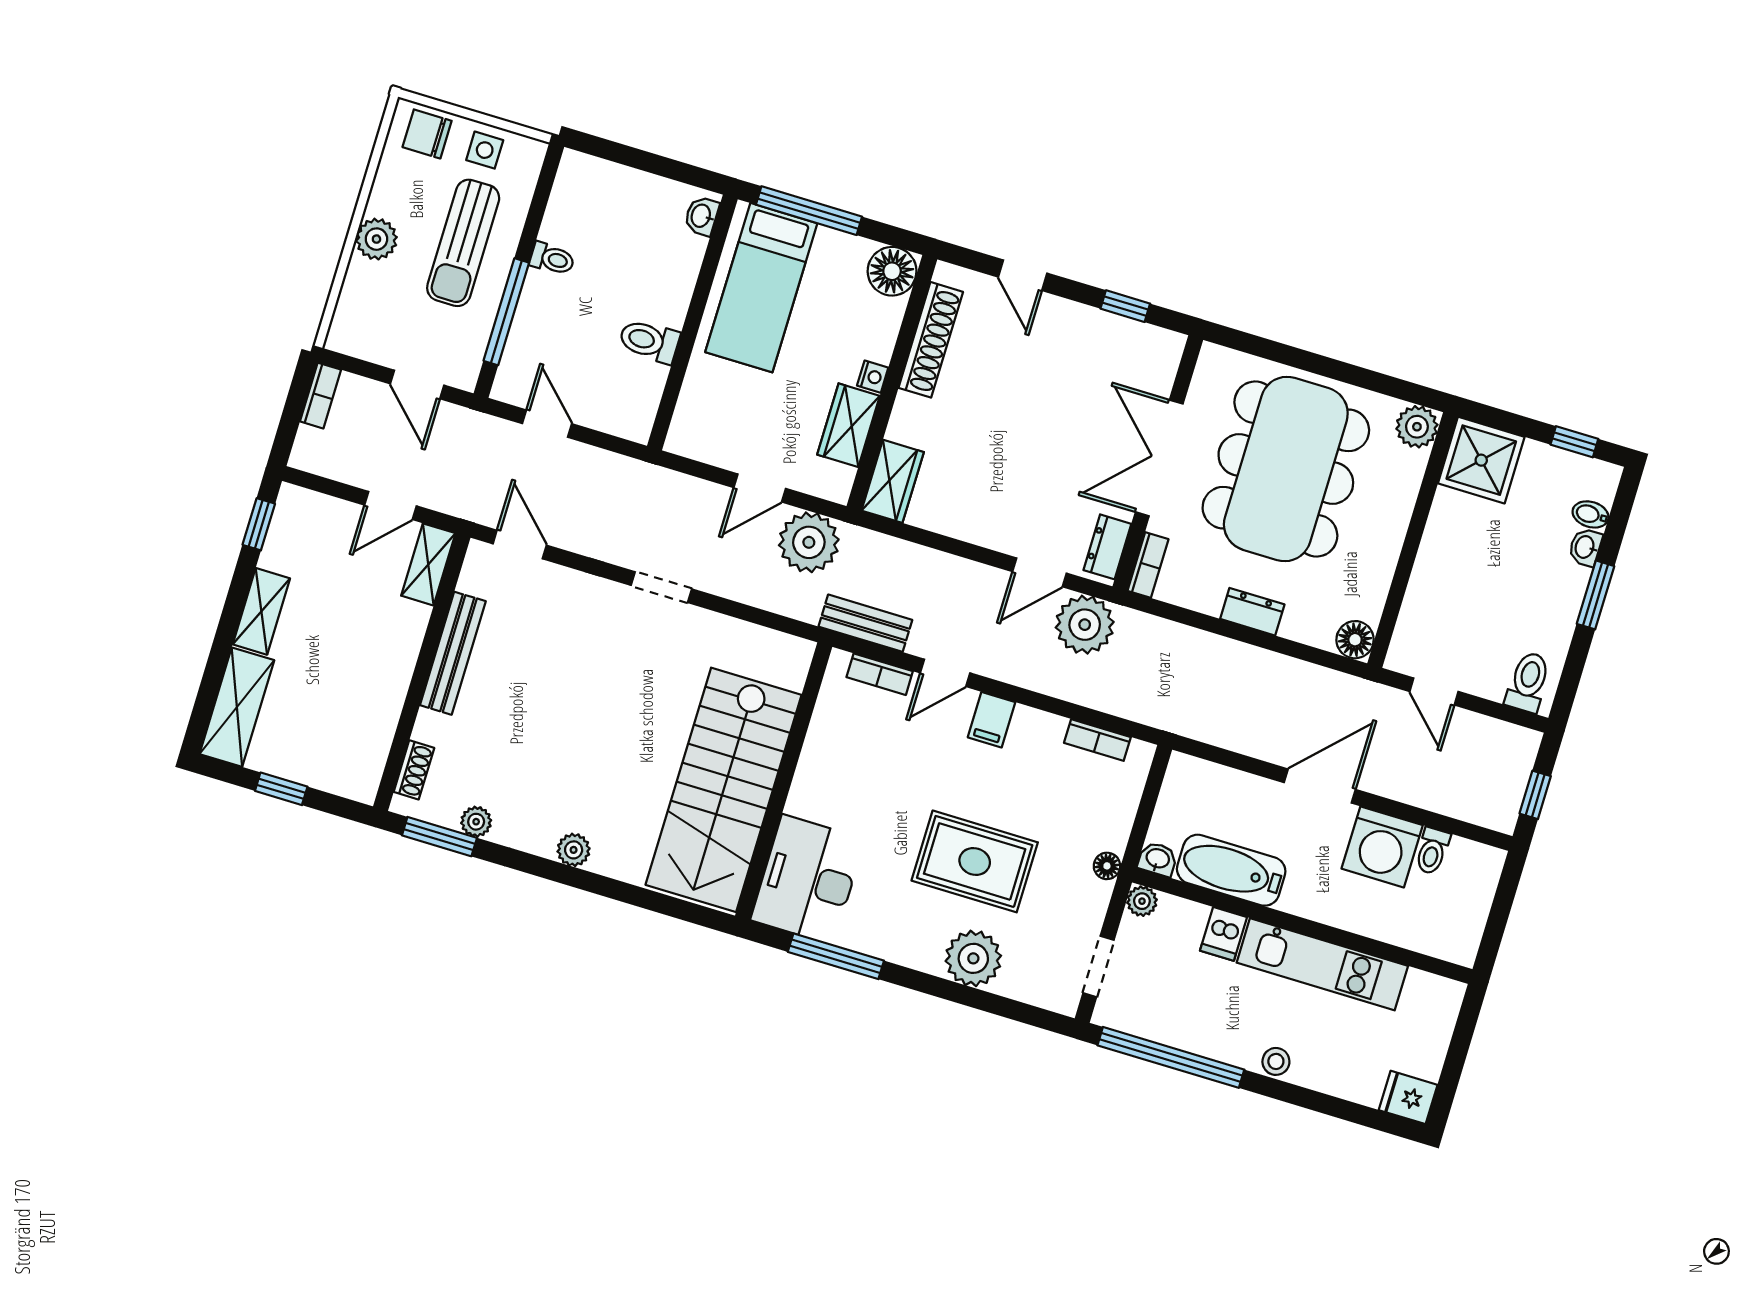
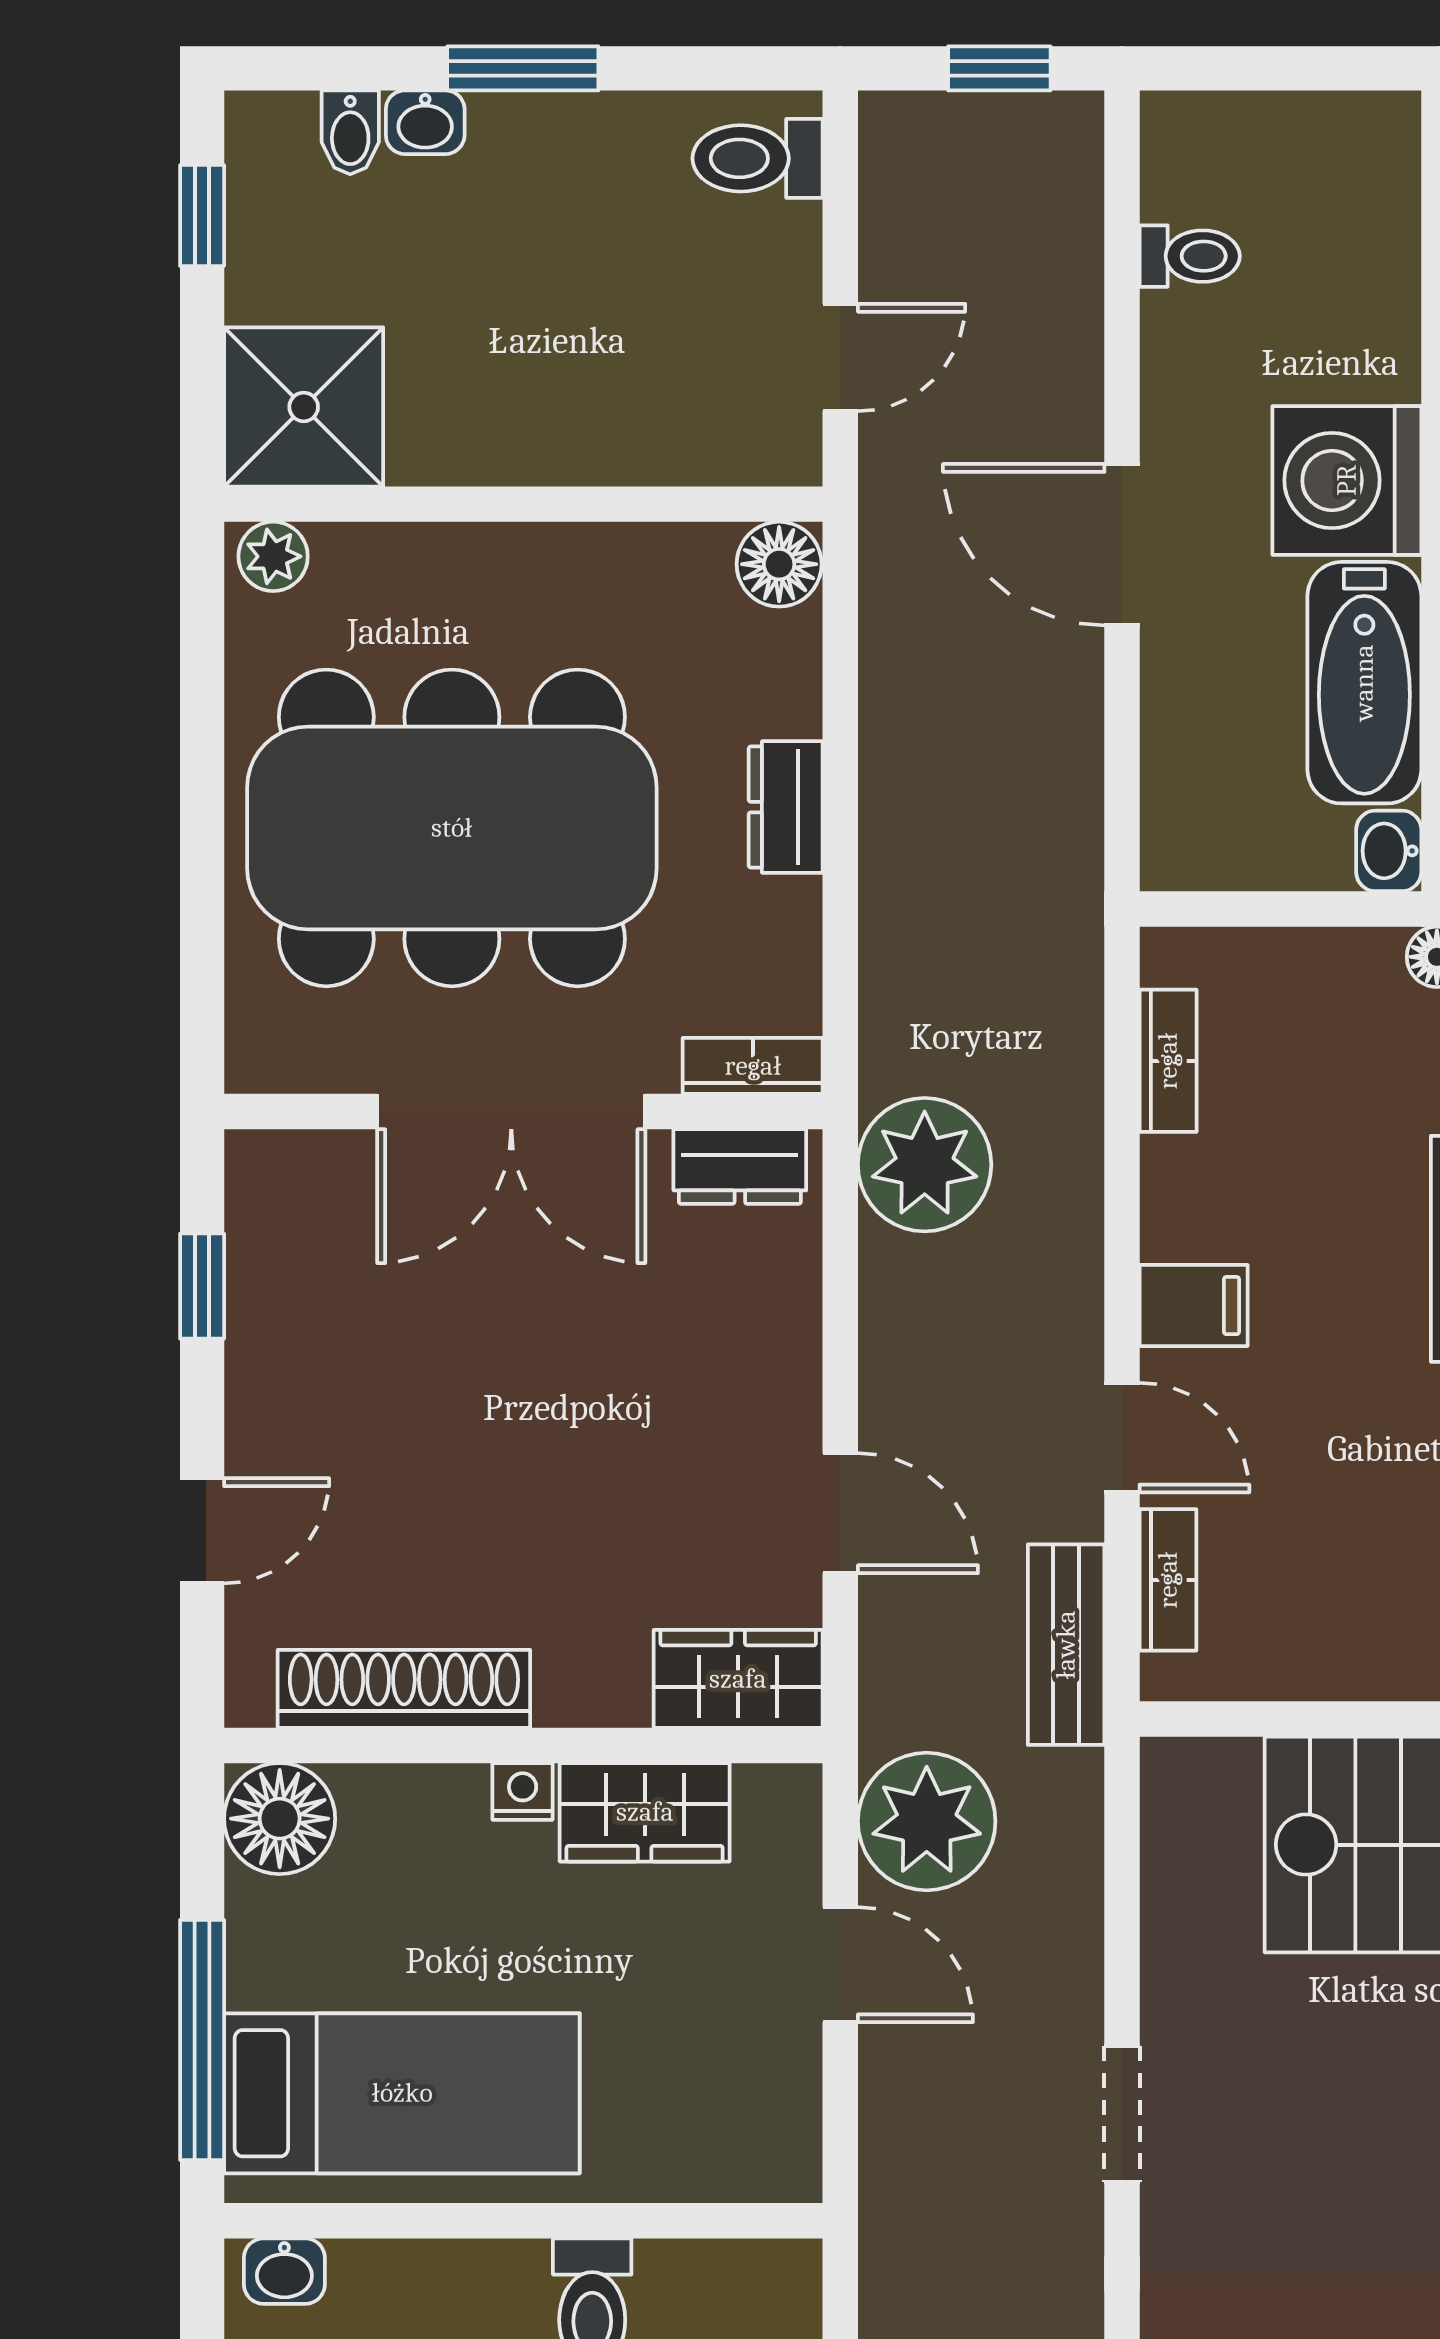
plant: (1417, 427) -> (273, 556), width x0.73, depth x0.73
door: (1040, 572) -> (840, 1513), moved
washing machine: (1382, 847) -> (1347, 480), moved, turned 180

